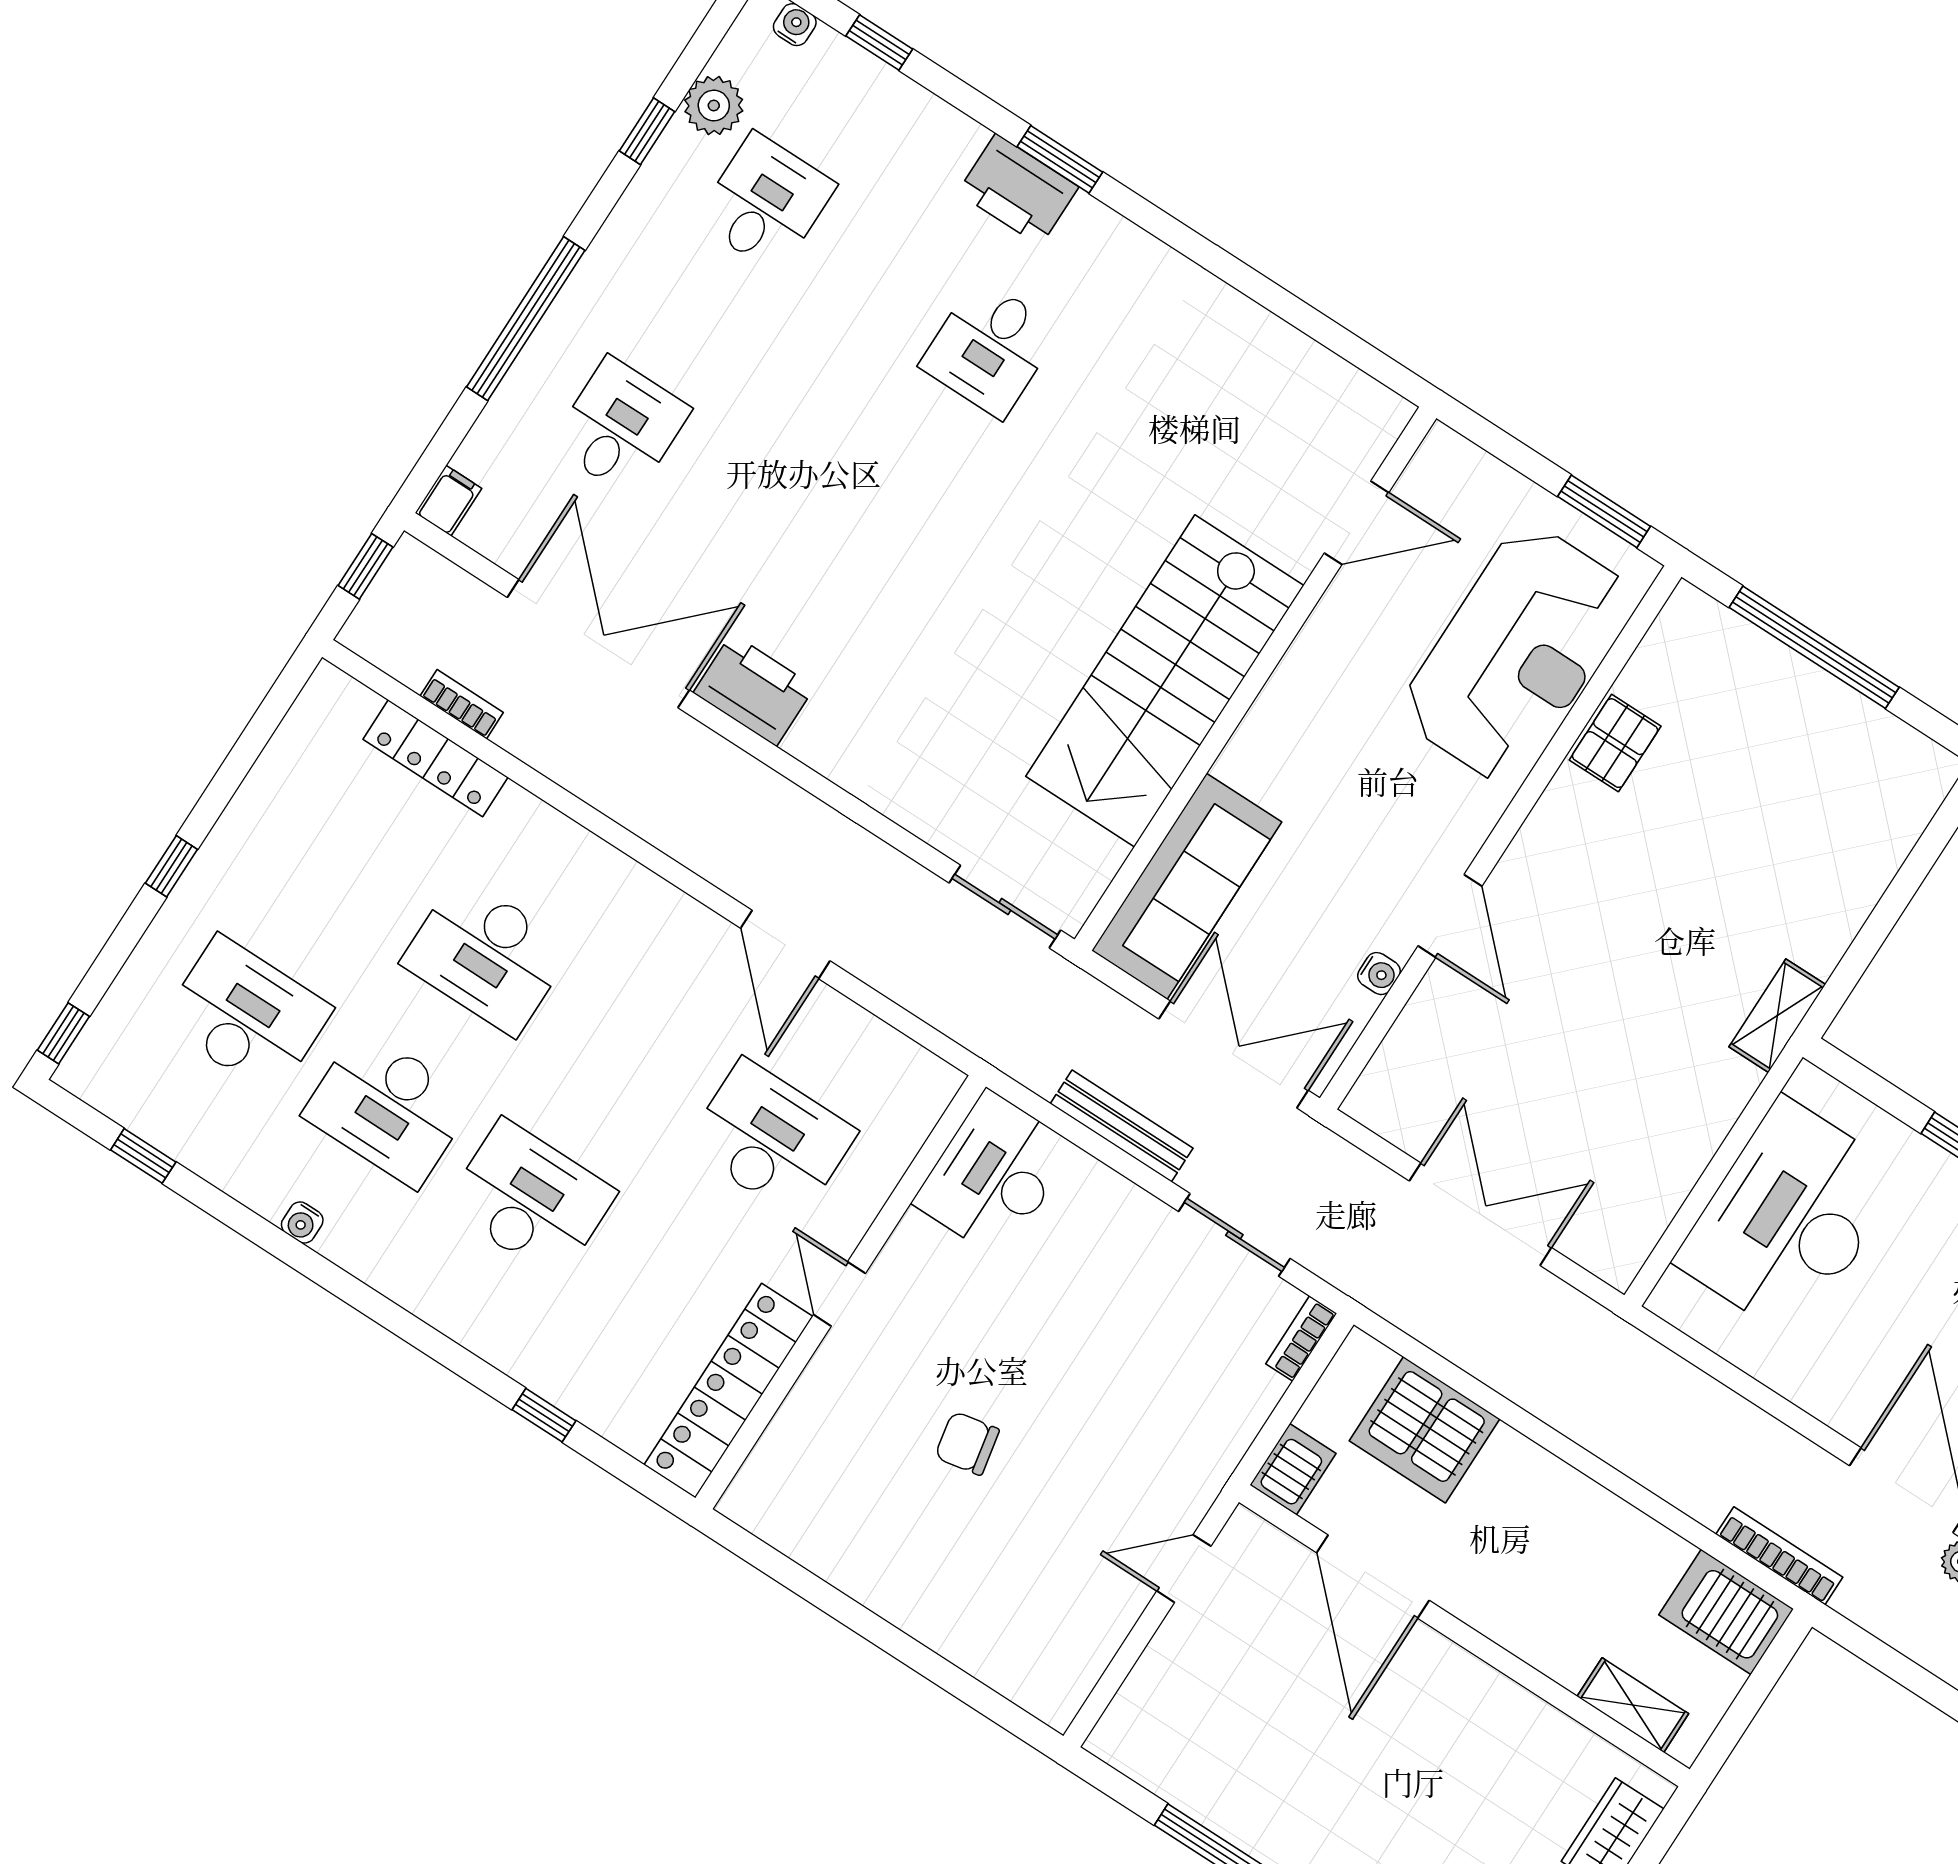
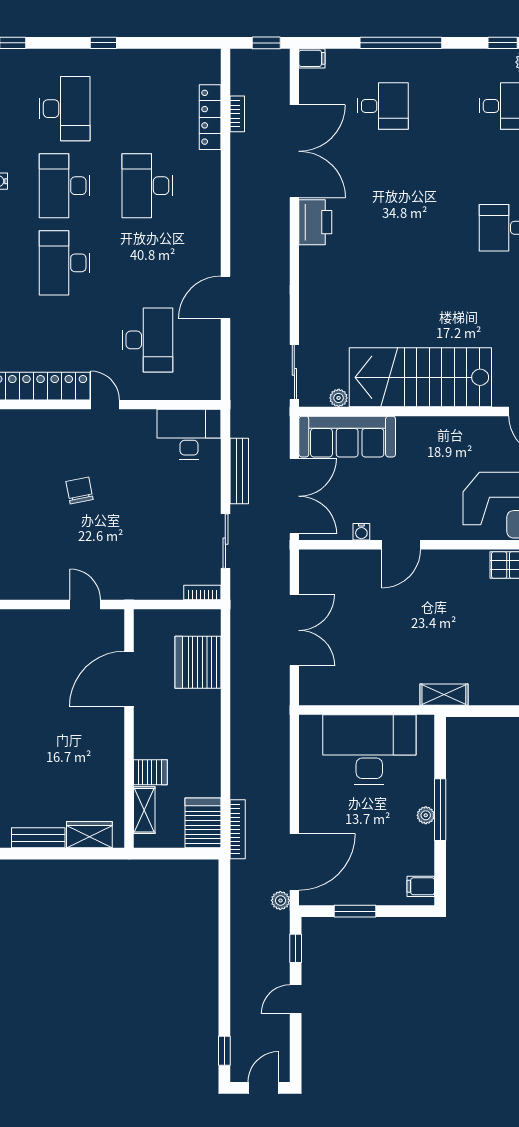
plant: (1105, 856) -> (339, 398), added
desk: (530, 1200) -> (65, 263), turned 180
door: (839, 1294) -> (105, 405), hinge flipped
server rack: (1293, 1469) -> (150, 772), moved

